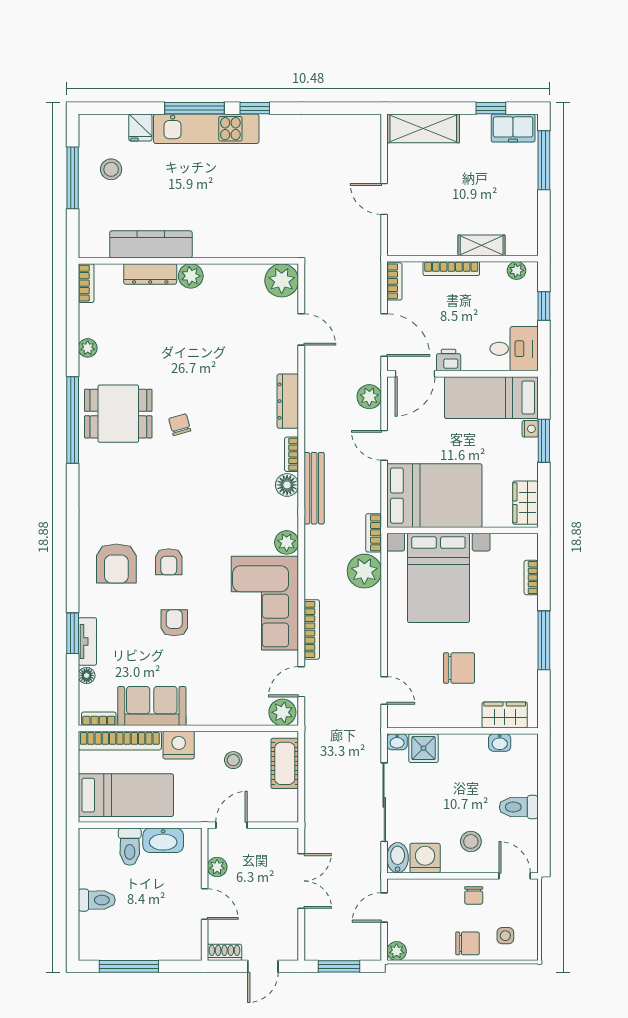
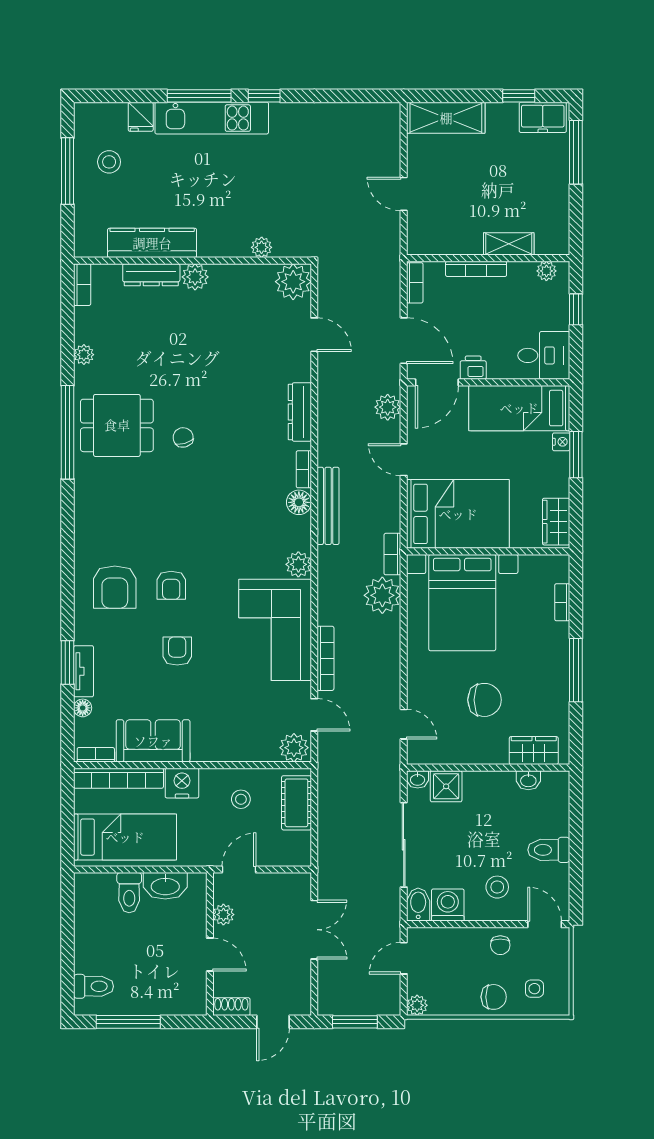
plant: (252, 248) -> (262, 247), added
door: (301, 682) -> (314, 715), swing flipped
toilet: (97, 900) -> (94, 986), moved

